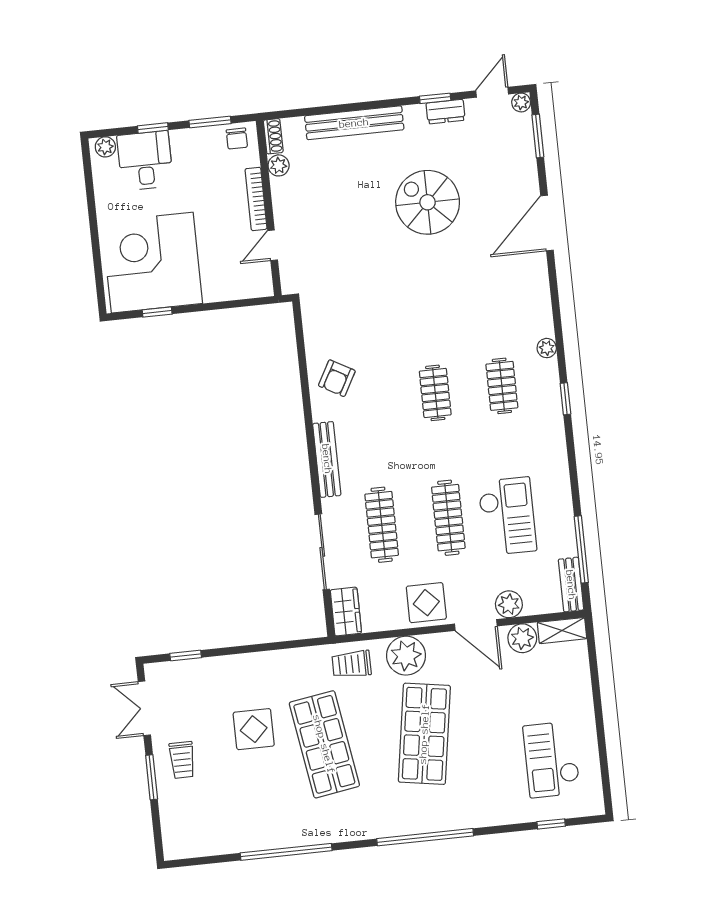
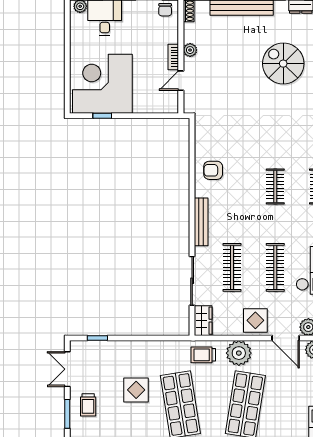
plant: (279, 165) -> (190, 50), moved
bookcase: (256, 199) -> (173, 57), width x0.64
armchair: (337, 378) -> (213, 170), turned 61

